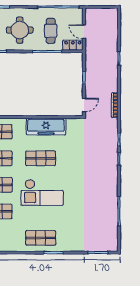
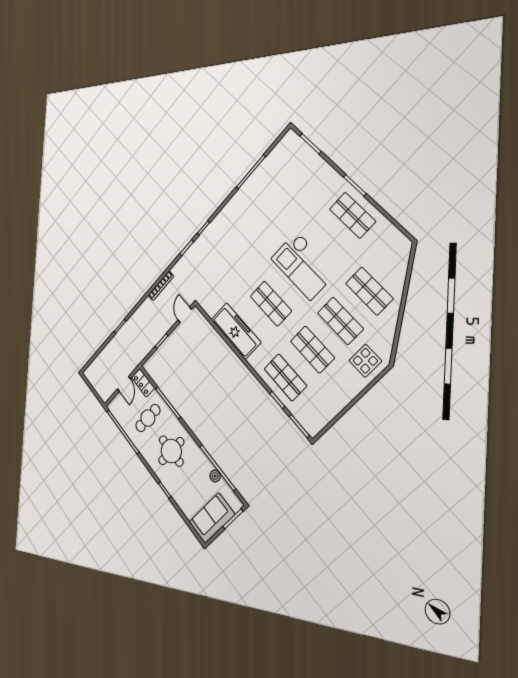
door: (84, 105) -> (185, 315), hinge flipped
checkout: (42, 192) -> (303, 265), turned 180

